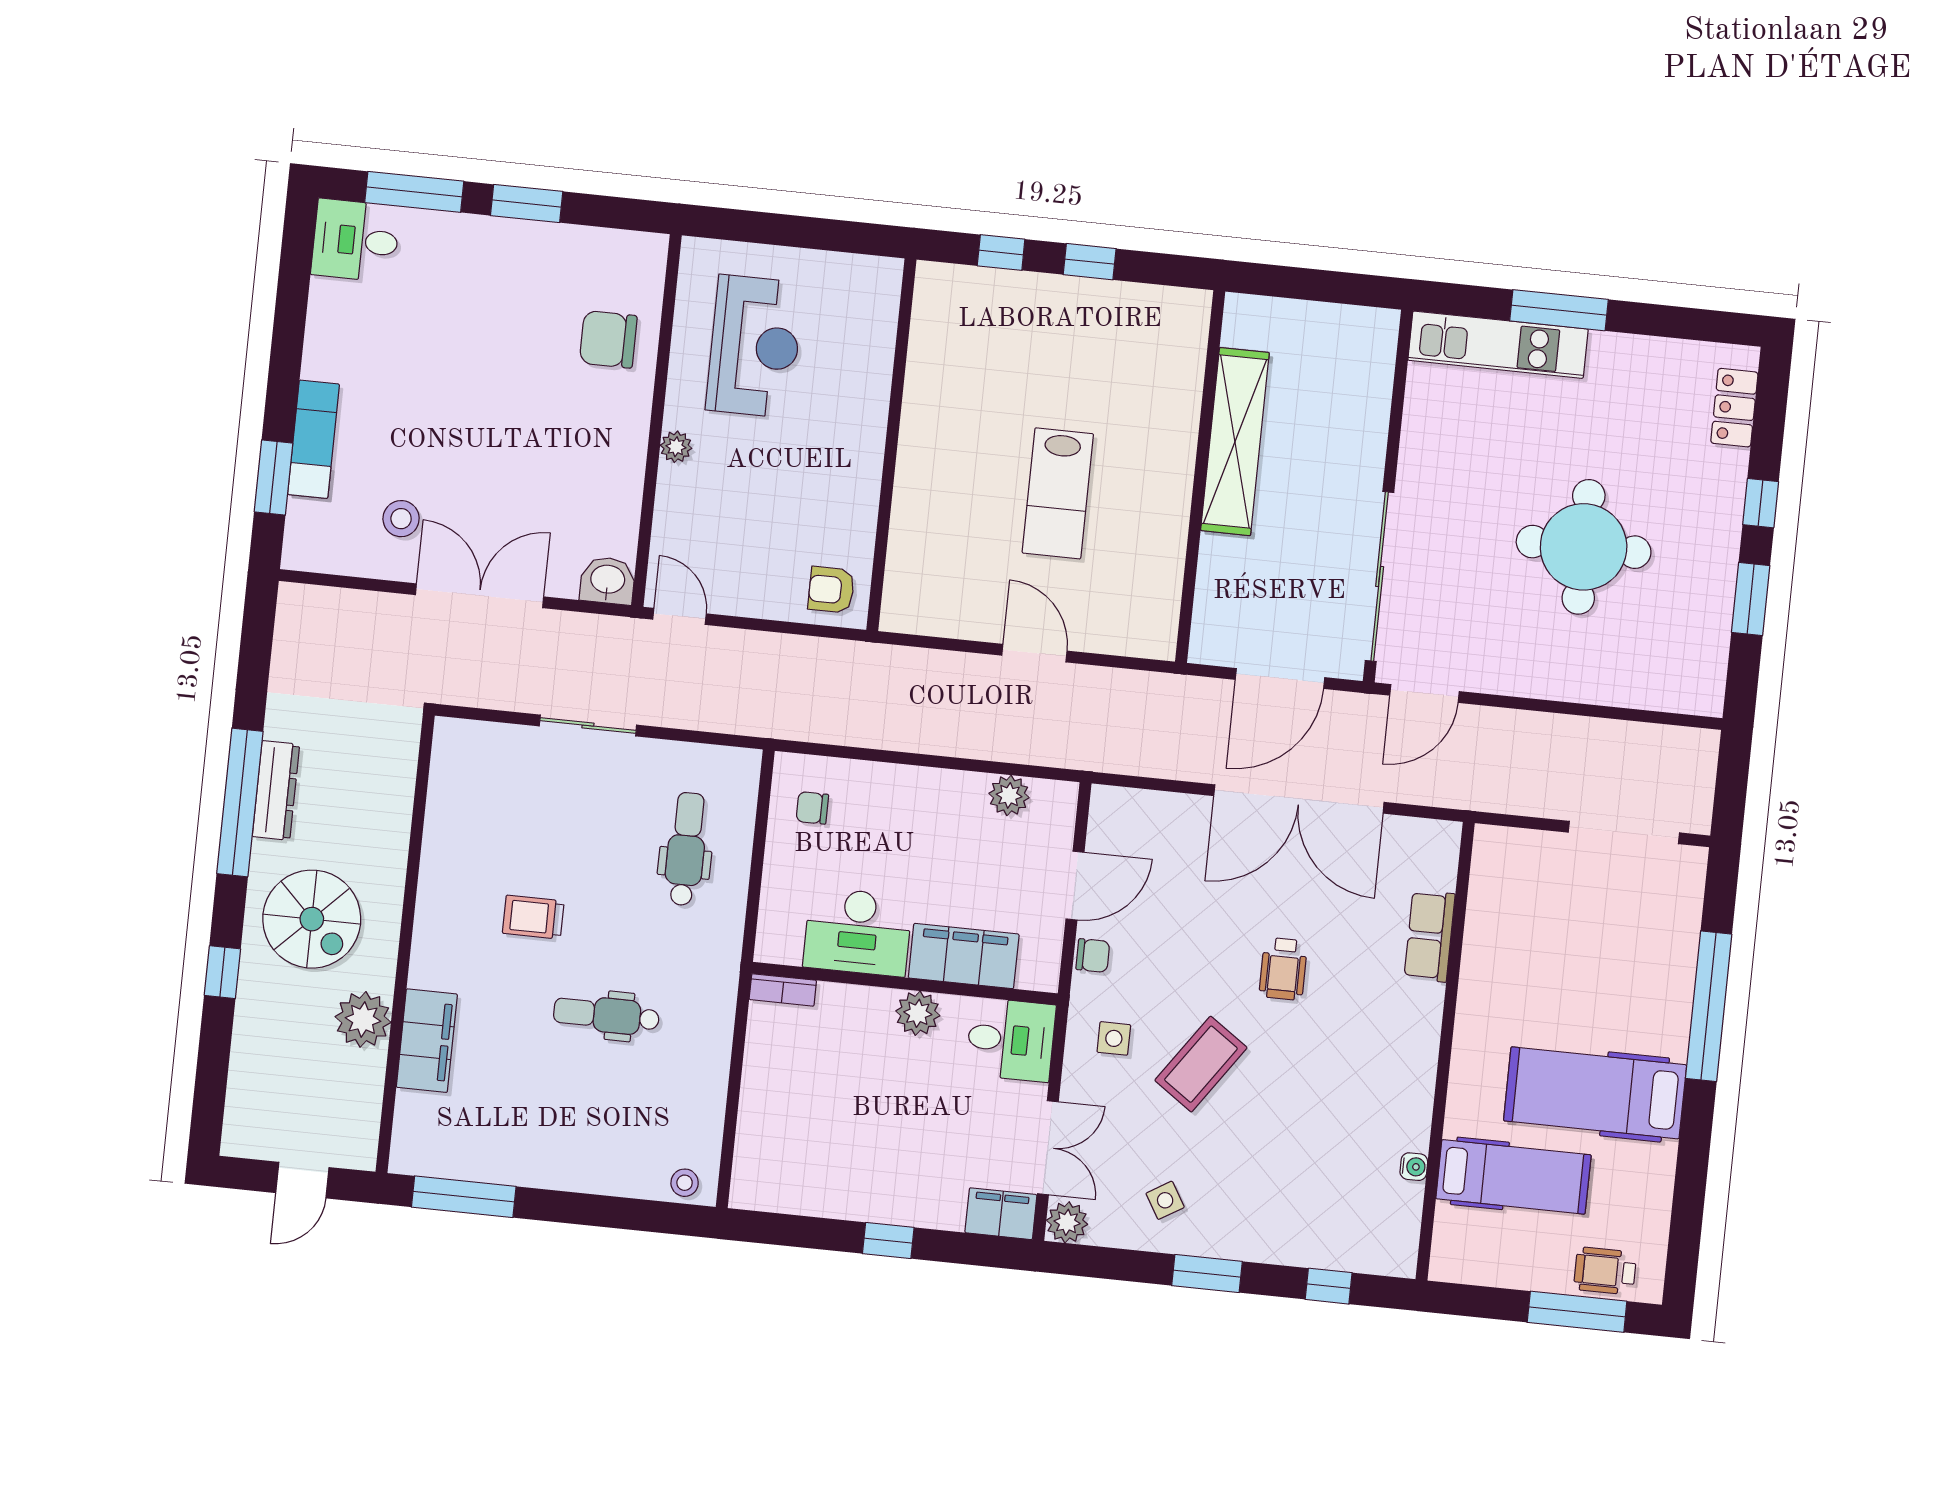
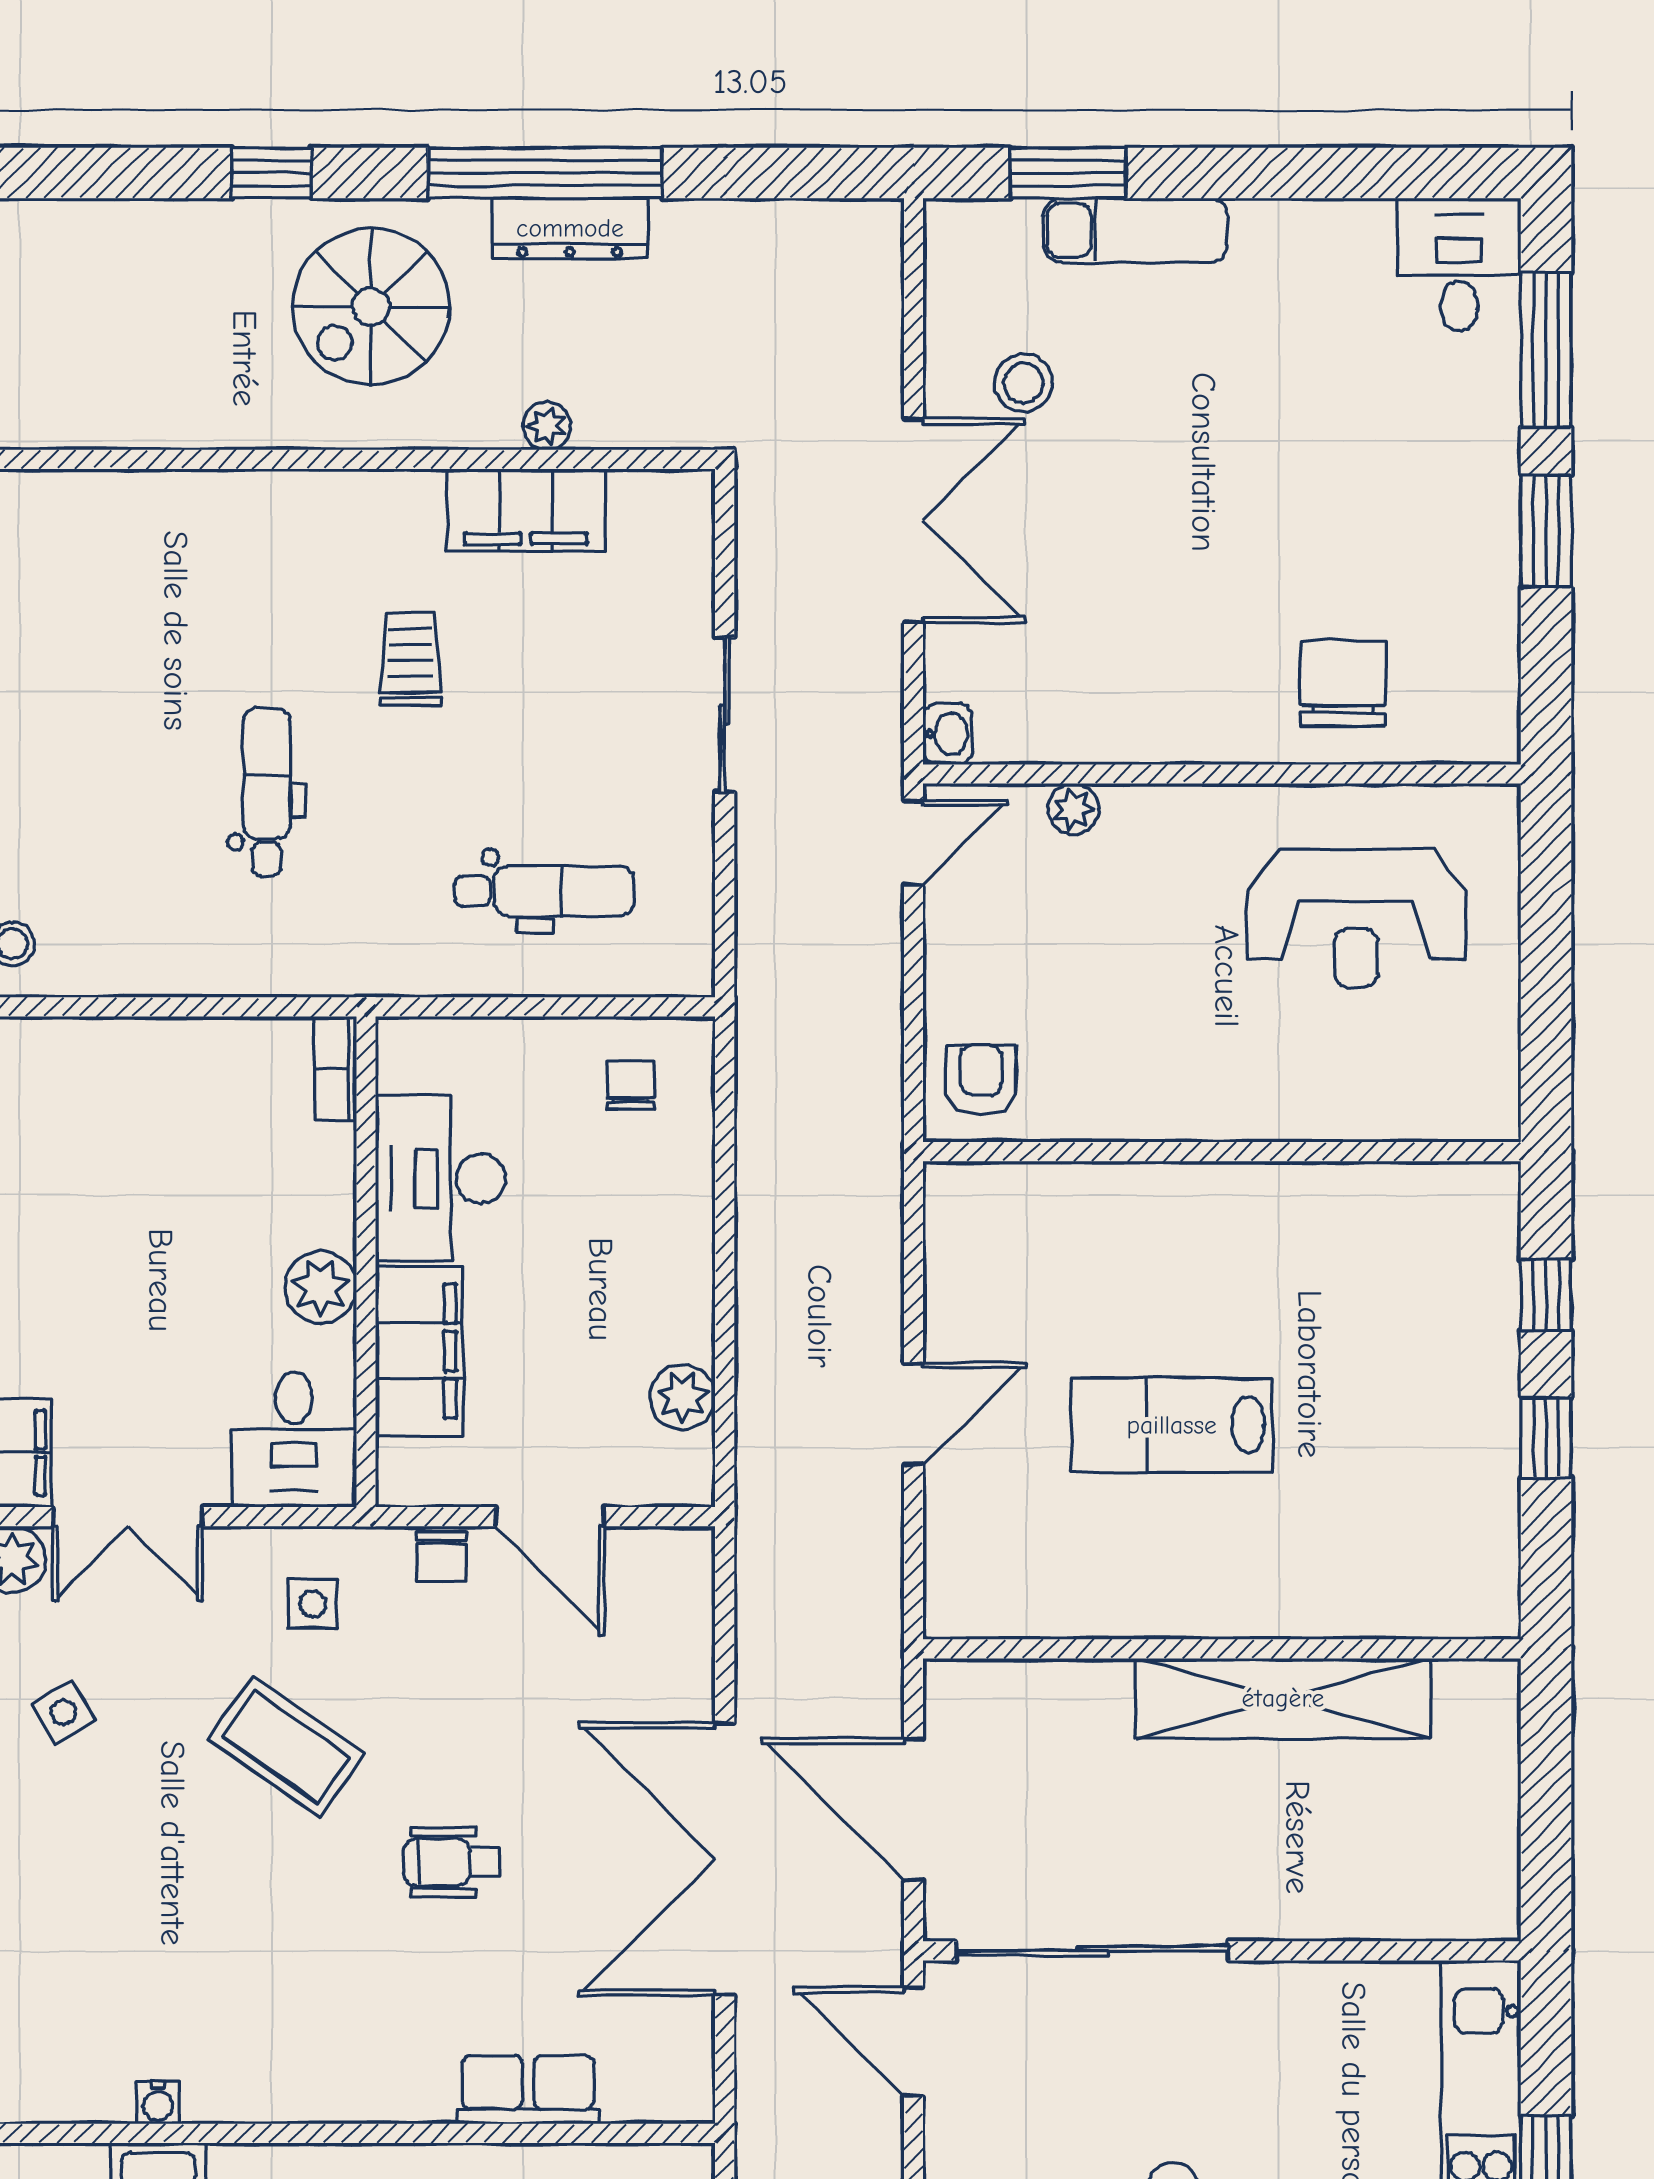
plant: (676, 447) -> (1073, 809), moved
washbasin: (608, 580) -> (948, 734), width x0.72, depth x0.69
plant: (363, 1019) -> (547, 426), moved, width x0.53, depth x0.53
filing cabinet: (427, 1041) -> (526, 510), moved

